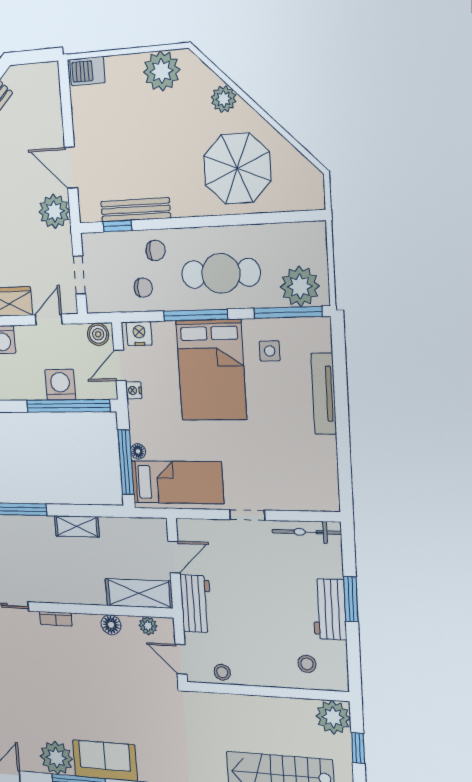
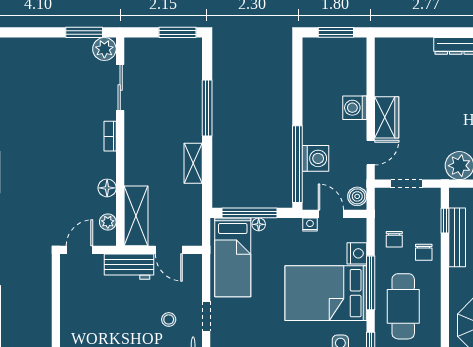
door: (49, 320) -> (371, 153), hinge flipped
nightstand: (139, 334) -> (357, 253), moved
stool: (222, 672) -> (169, 319), moved

